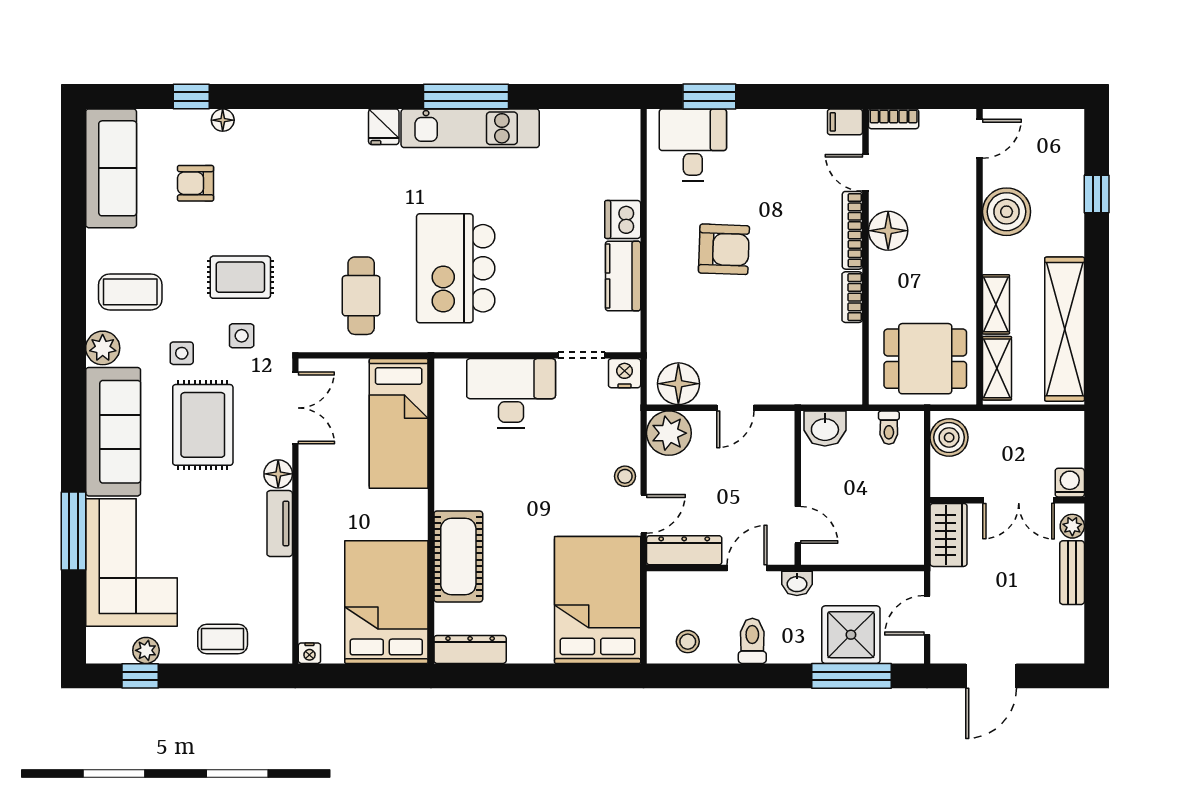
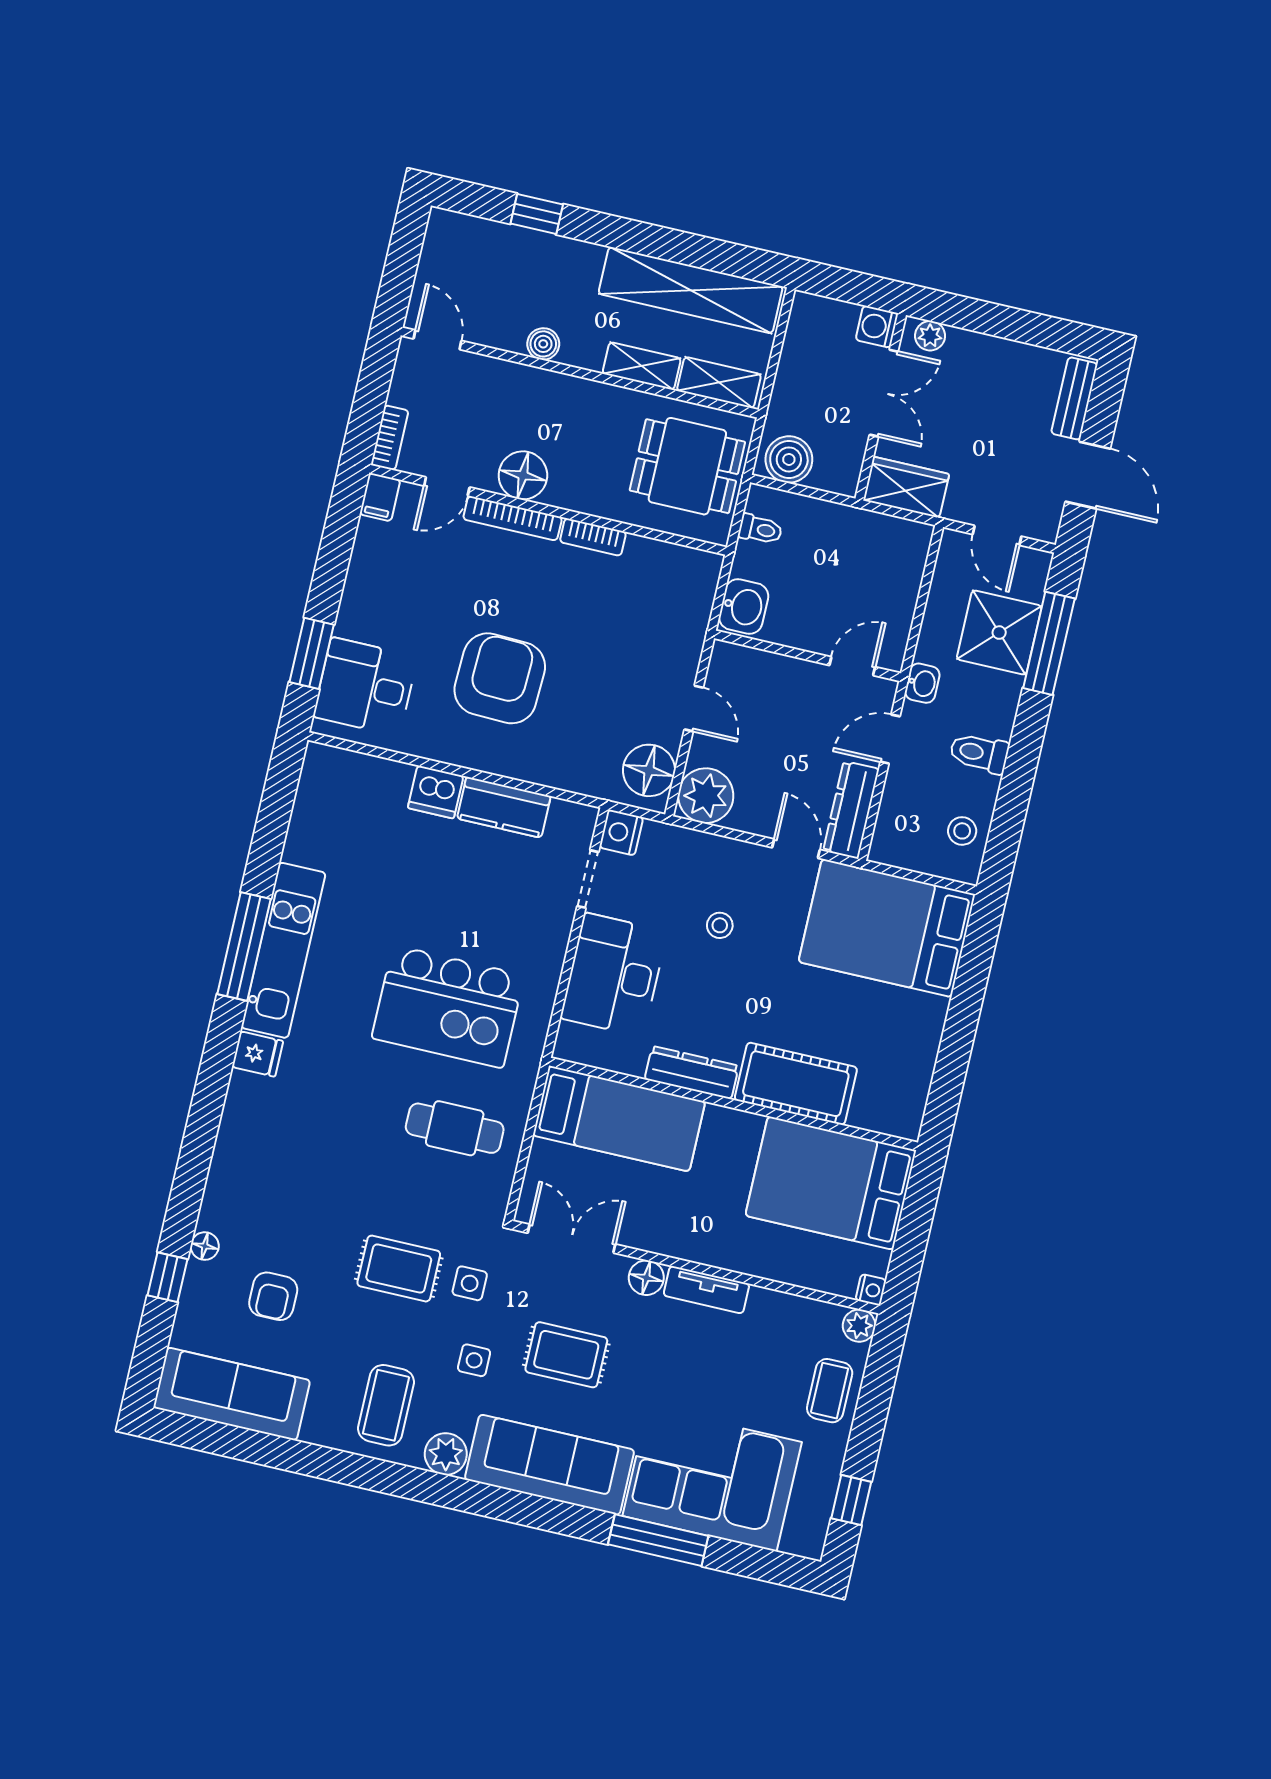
boiler: (1007, 212) -> (543, 344), width x0.54, depth x0.54
armchair: (724, 249) -> (500, 678), width x1.36, depth x1.36
rug: (240, 277) -> (399, 1269), turned 90
dining table: (925, 359) -> (687, 466), turned 90
rug: (203, 425) -> (566, 1355), width x0.73, depth x0.70
stool: (625, 476) -> (720, 925), moved
door: (747, 568) -> (890, 739), hinge flipped
bench: (1072, 573) -> (1074, 398), moved, turned 90
dresser: (470, 649) -> (692, 1073), moved, turned 90
plant: (146, 650) -> (859, 1326), moved

